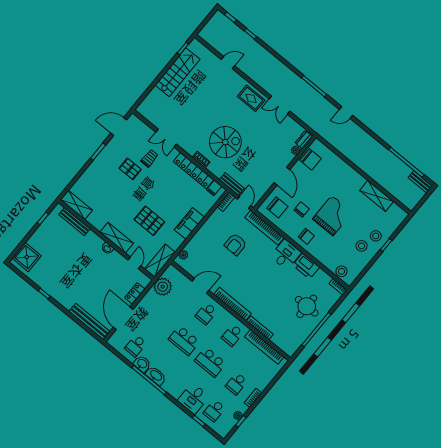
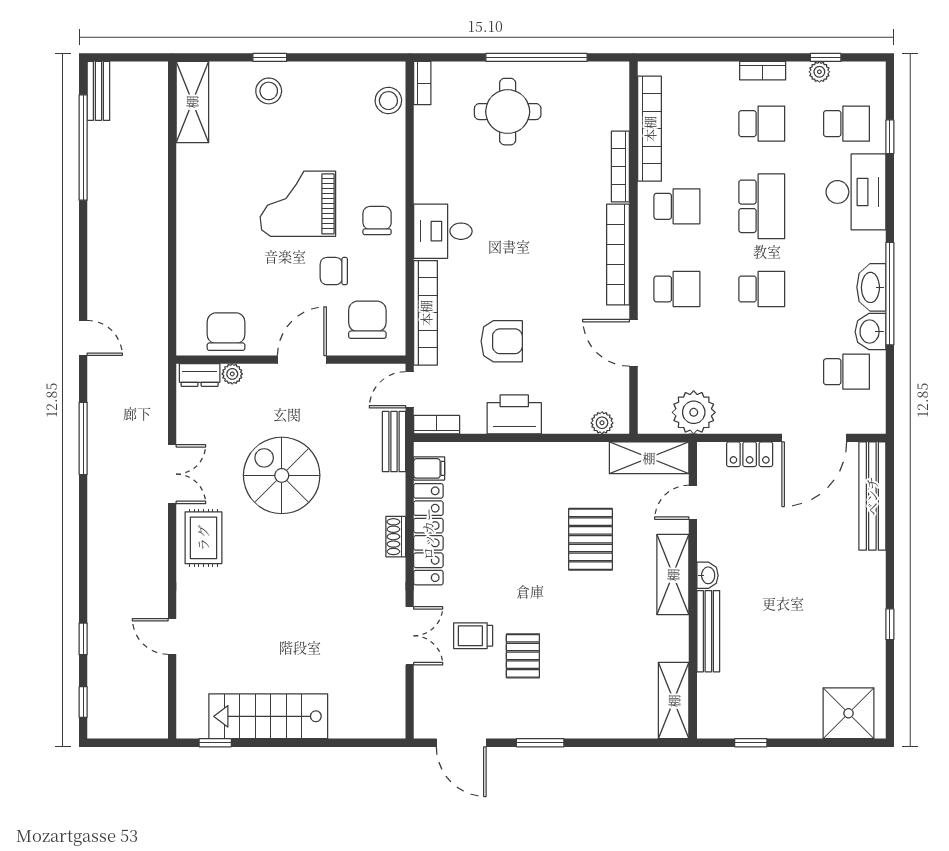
spiral stairs: (225, 142) -> (282, 475), moved
shelving: (377, 196) -> (192, 102), moved
bench: (74, 222) -> (708, 631), moved
filing cabinet: (189, 223) -> (534, 460), removed
stool: (362, 246) -> (309, 102), removed
printer: (306, 266) -> (514, 414), moved, turned -90
school desk: (184, 340) -> (762, 289), width x0.54
desk: (193, 398) -> (856, 192), width x1.37

